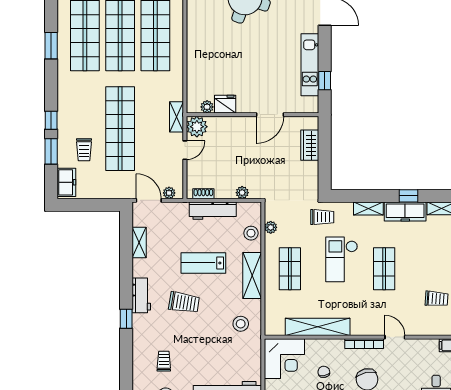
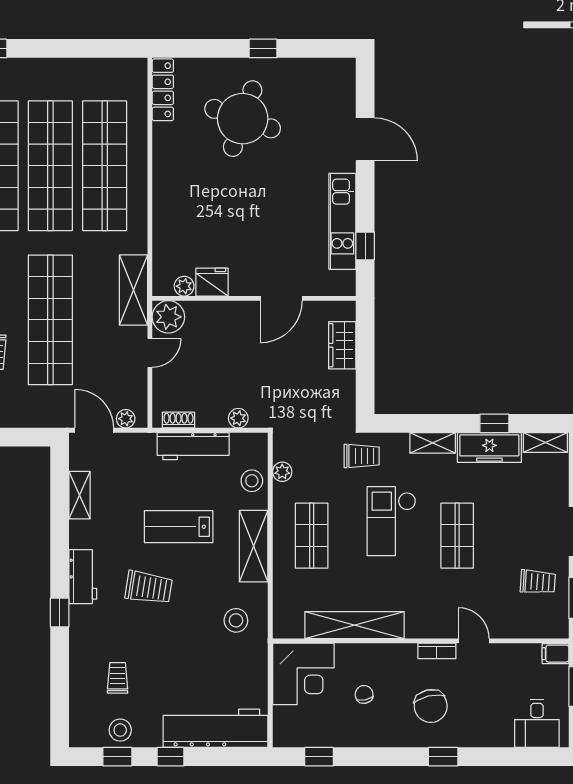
shelving: (176, 117) -> (134, 290), width x1.50, depth x1.33
bookcase: (364, 344) -> (437, 651), width x0.64

